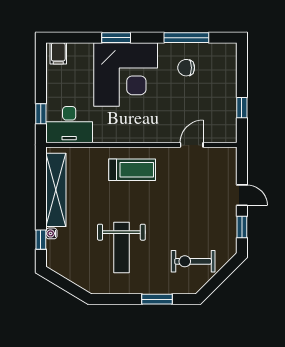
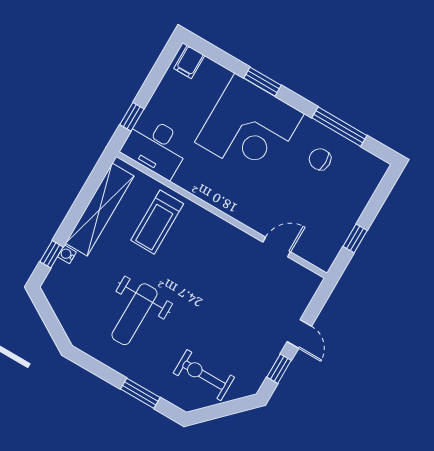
treadmill: (132, 170) -> (157, 222), moved, turned 90

